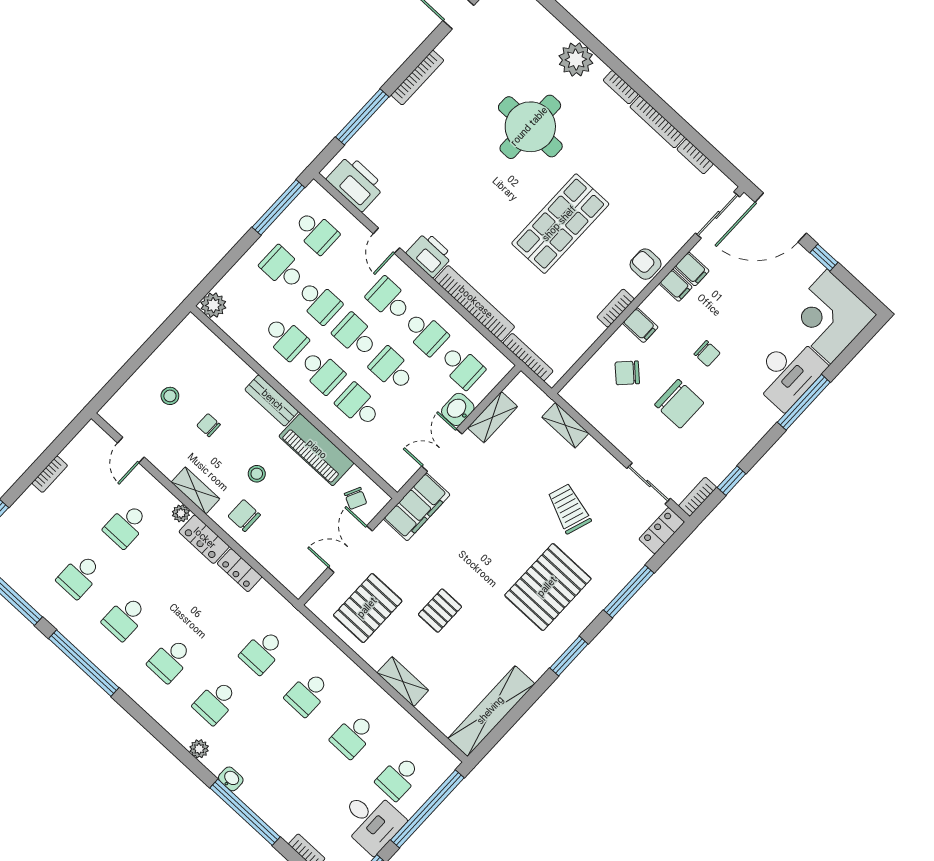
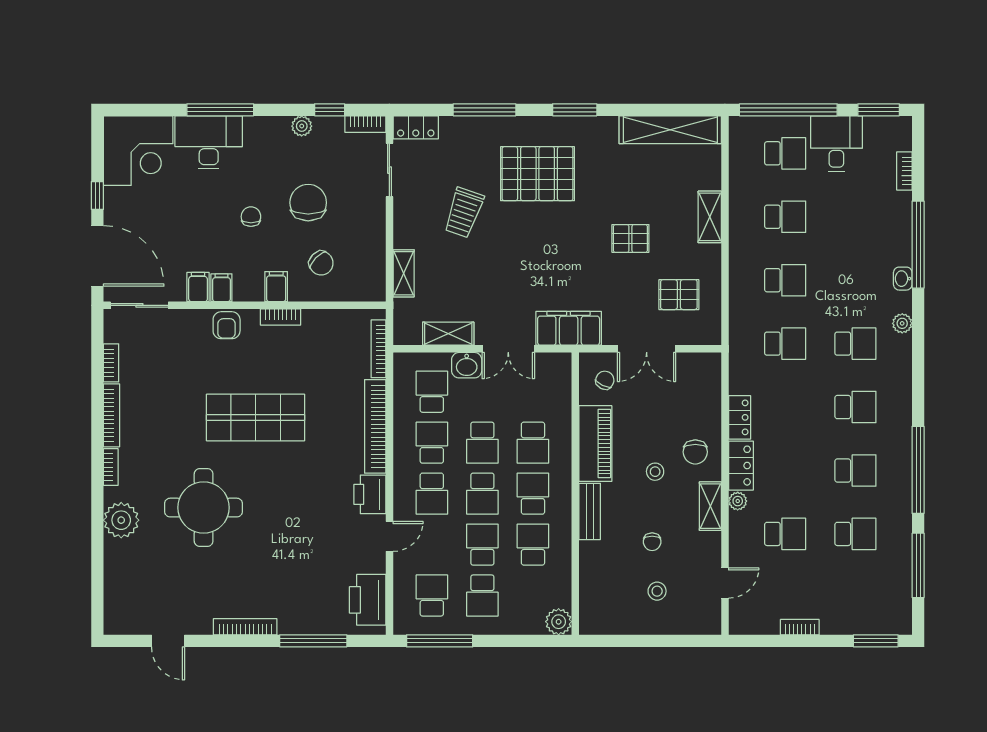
plant: (738, 450) -> (302, 126), added
pallet: (368, 608) -> (679, 295), width x0.67, depth x0.71

